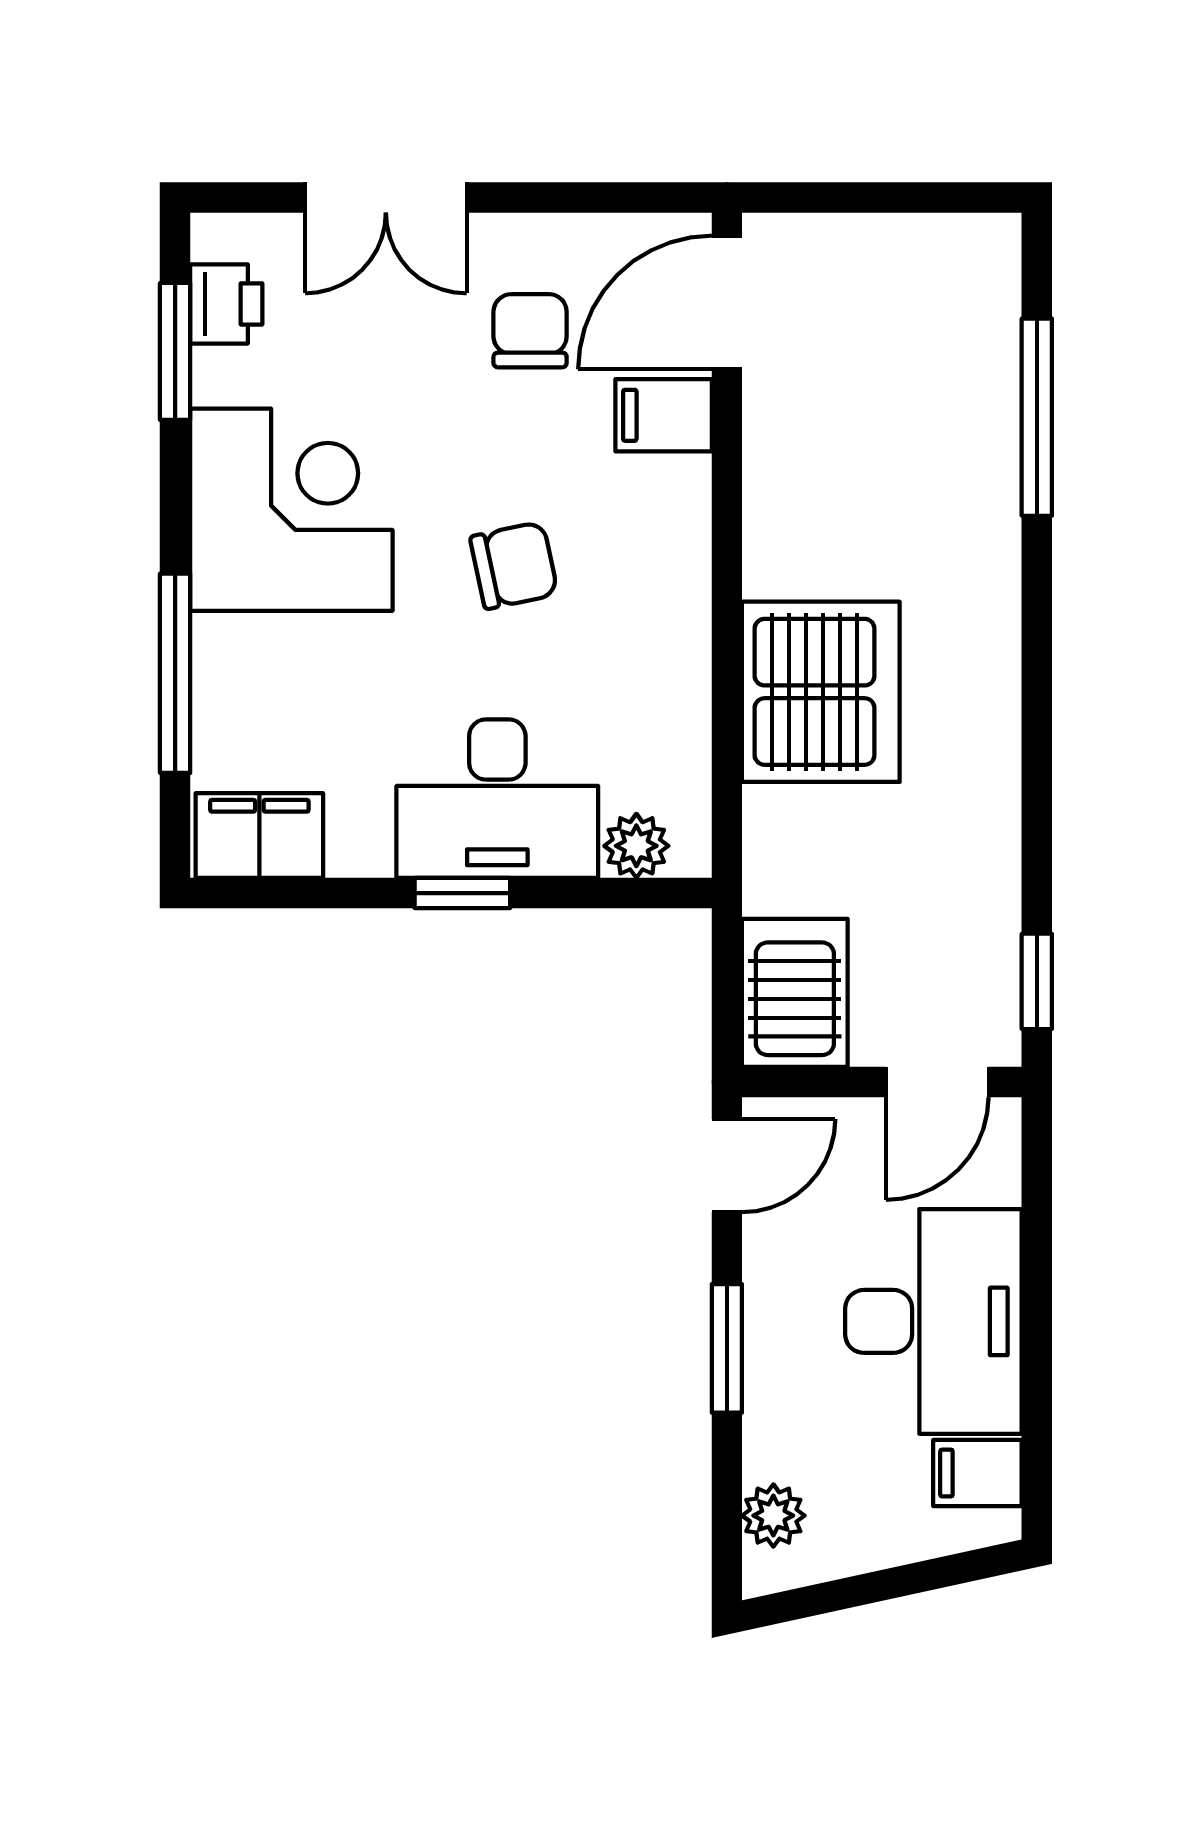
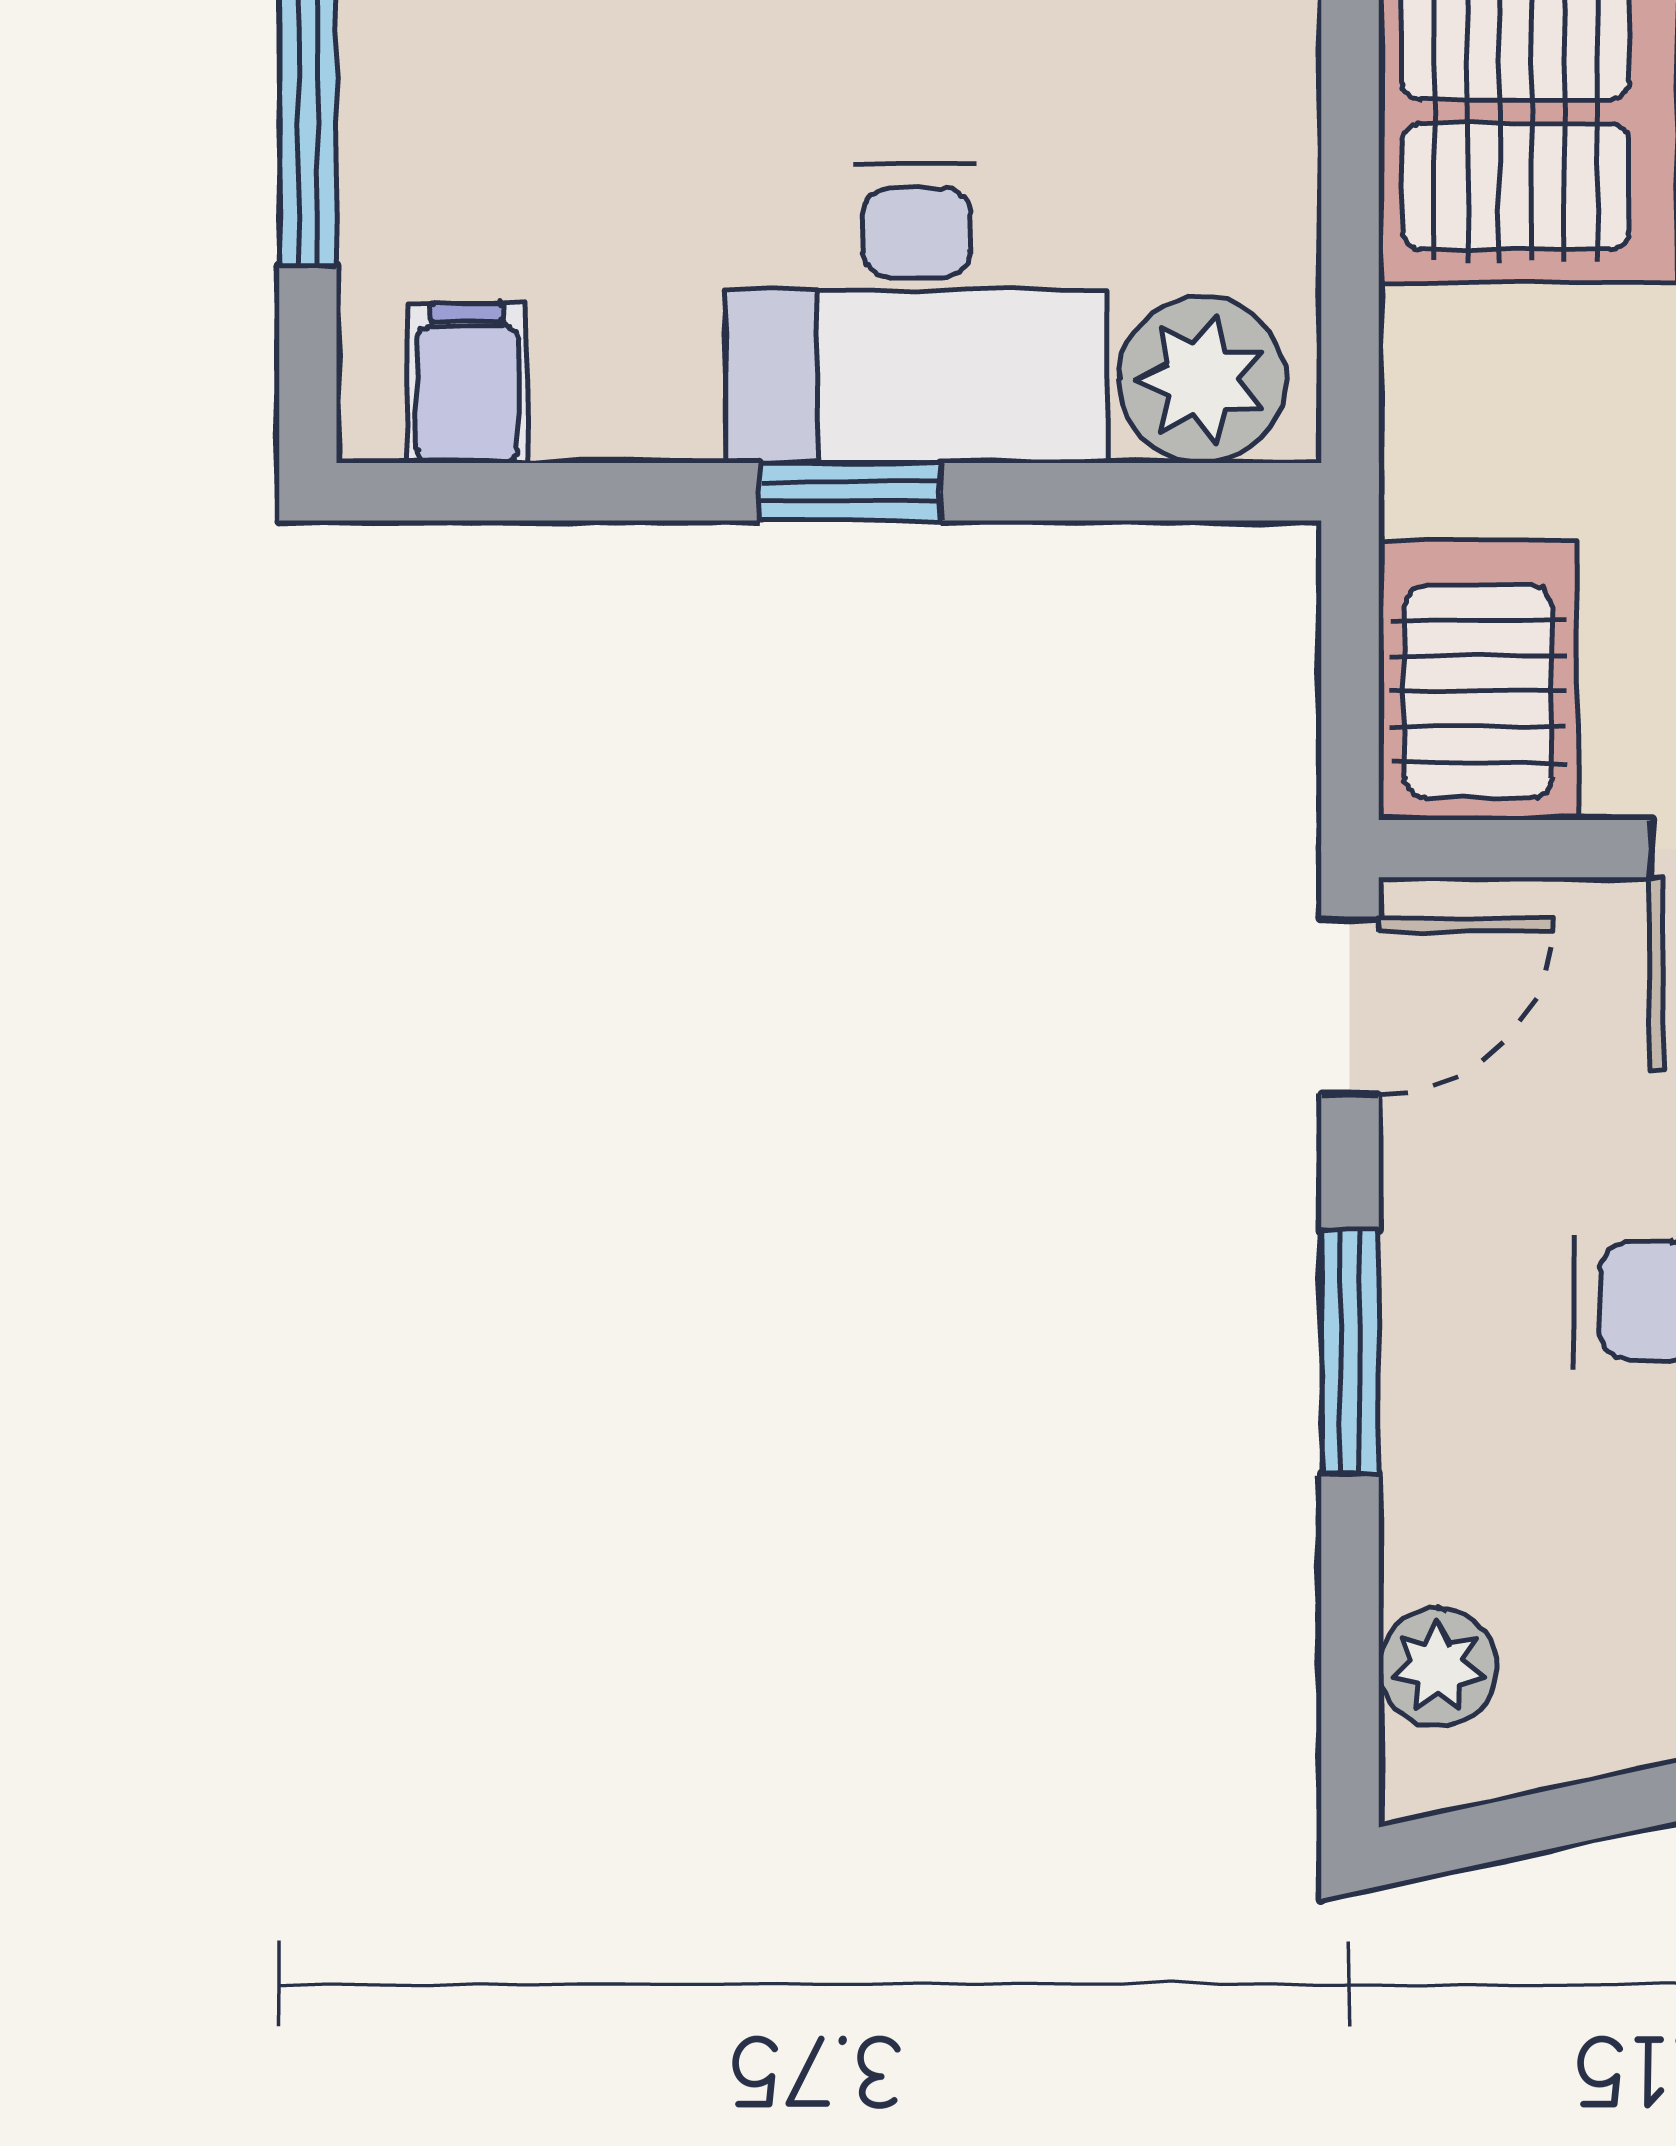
filing cabinet: (259, 835) -> (467, 383), width x0.50
plant: (636, 846) -> (1202, 380), width x1.38, depth x1.38

